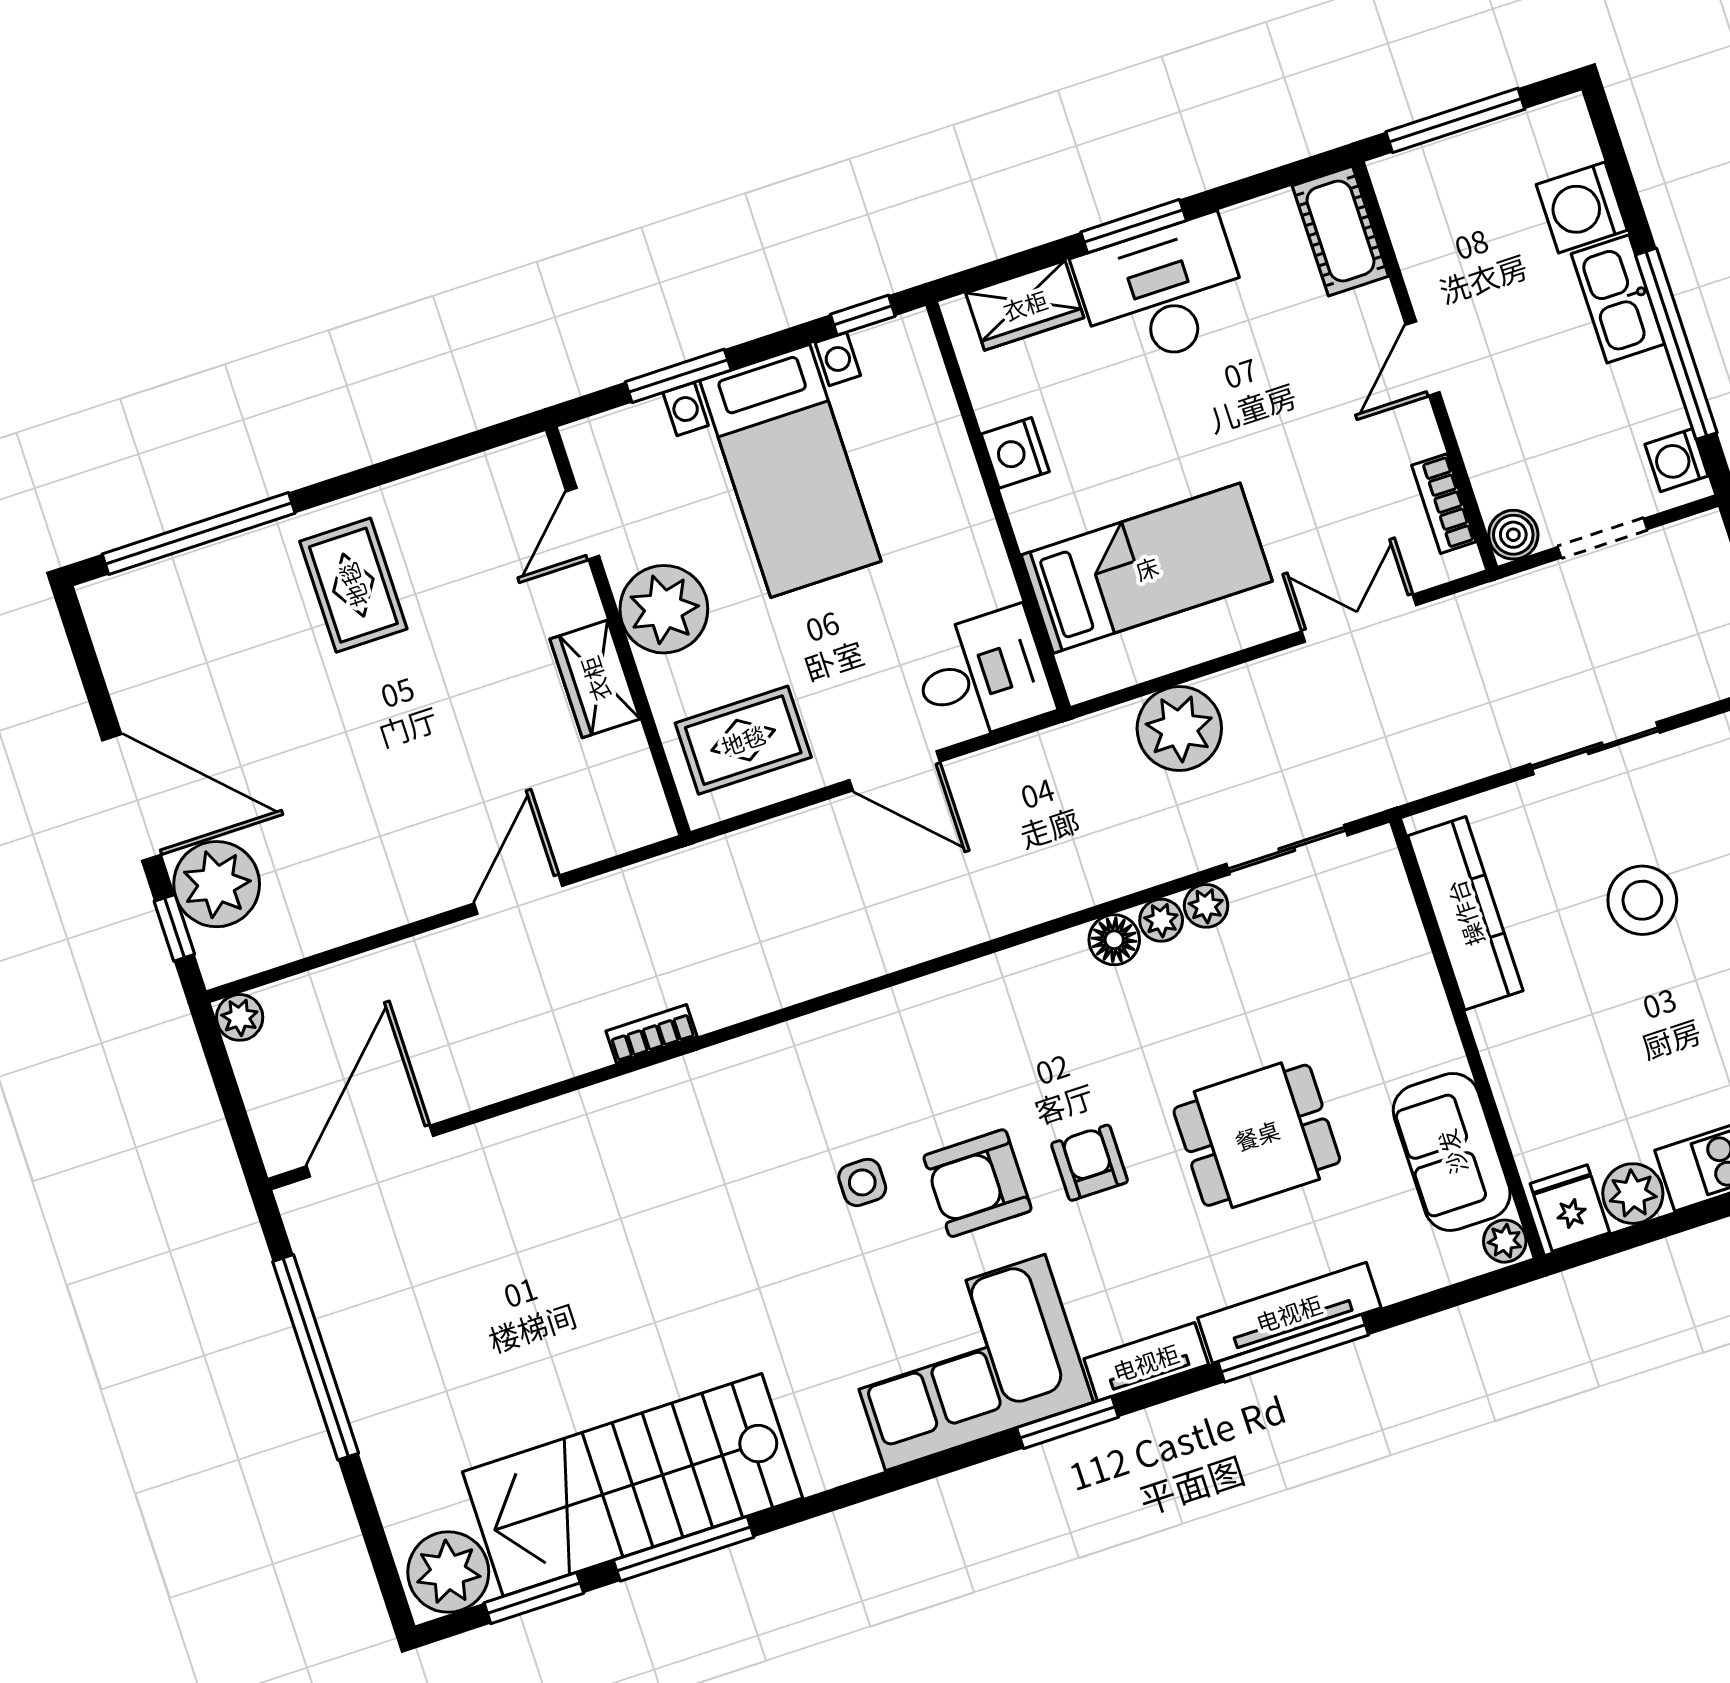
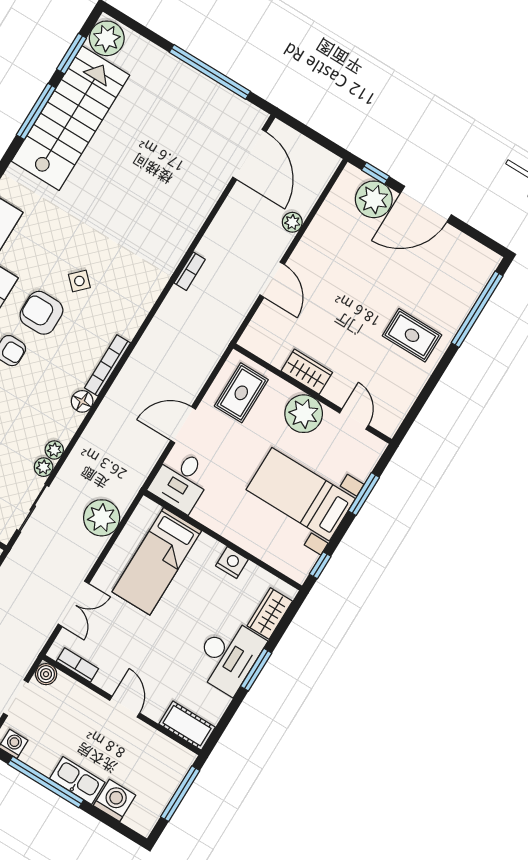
floor lamp: (1114, 940) -> (82, 401), moved
bookcase: (939, 990) -> (107, 365), added
plant: (240, 1017) -> (292, 222), moved
side table: (862, 1182) -> (79, 281), turned 45
armchair: (978, 1183) -> (41, 313), turned -90

